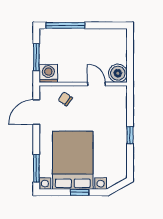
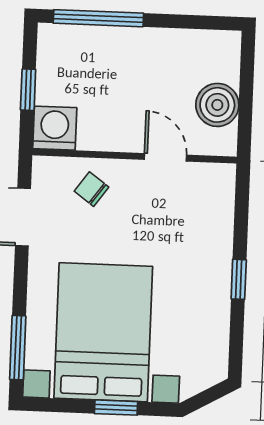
window: (36, 57) -> (28, 90), width x0.67
boiler: (118, 73) -> (217, 105), moved

